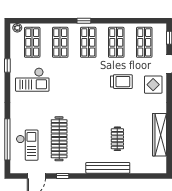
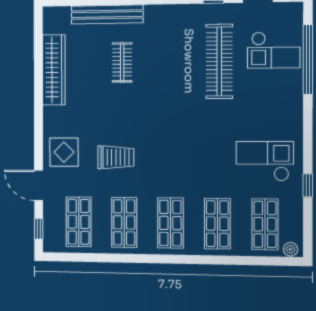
window: (84, 21) -> (178, 259), removed
trolley: (121, 82) -> (116, 157), turned 180
checkout: (27, 145) -> (274, 50), turned -90
bench: (108, 168) -> (107, 14), moved

